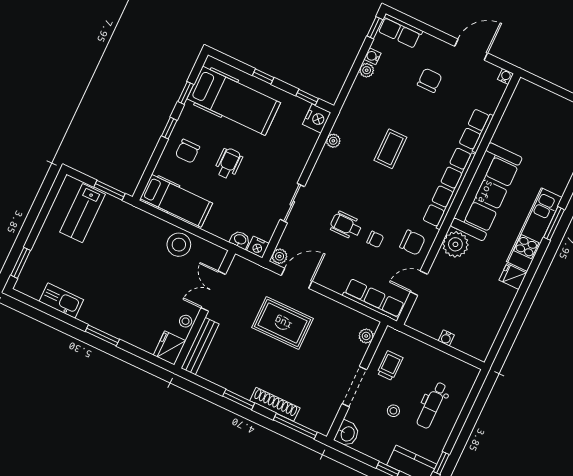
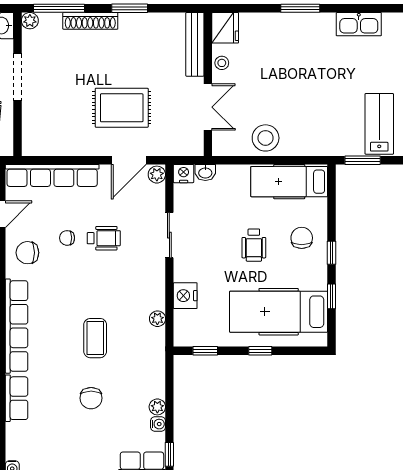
chair: (430, 80) -> (91, 398), moved
nightstand: (317, 118) -> (185, 296), moved
row of seats: (374, 300) -> (52, 175), width x1.36
plant: (366, 336) -> (30, 21), moved

